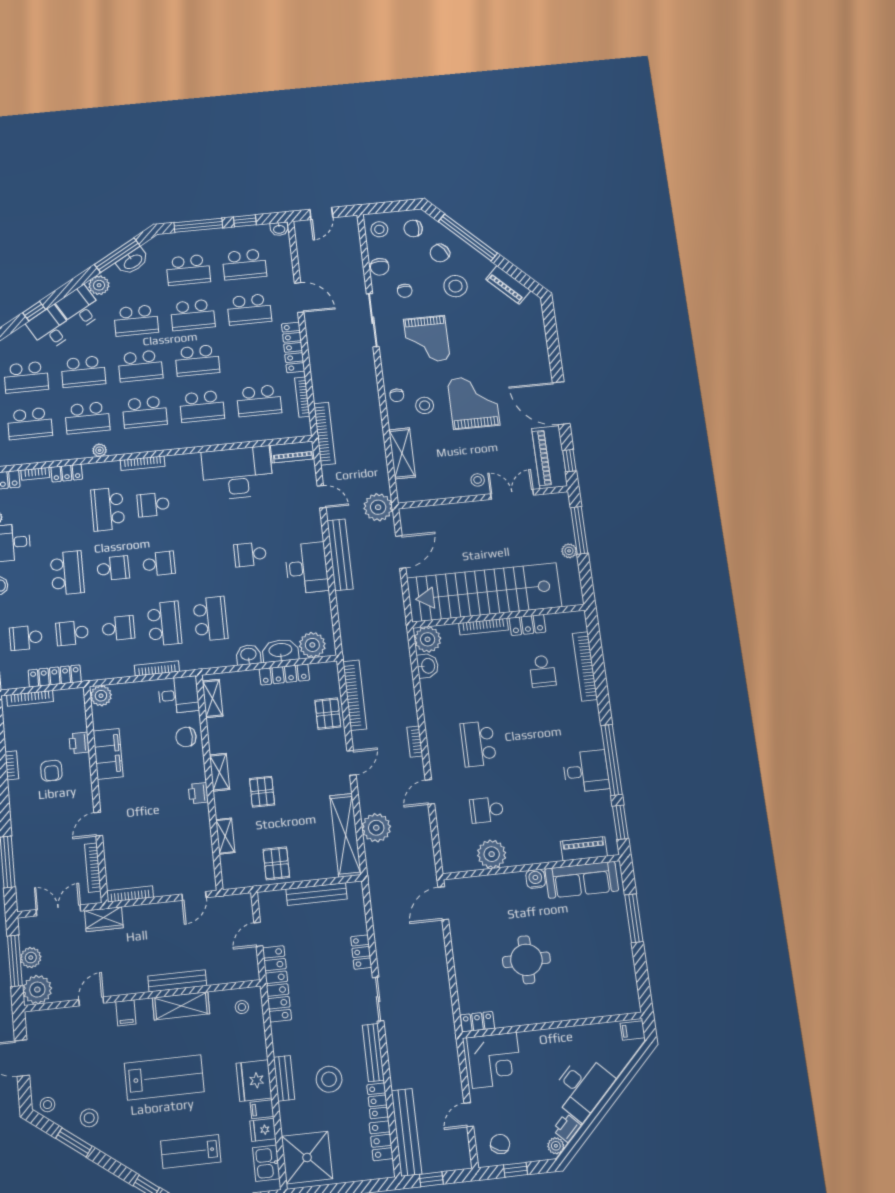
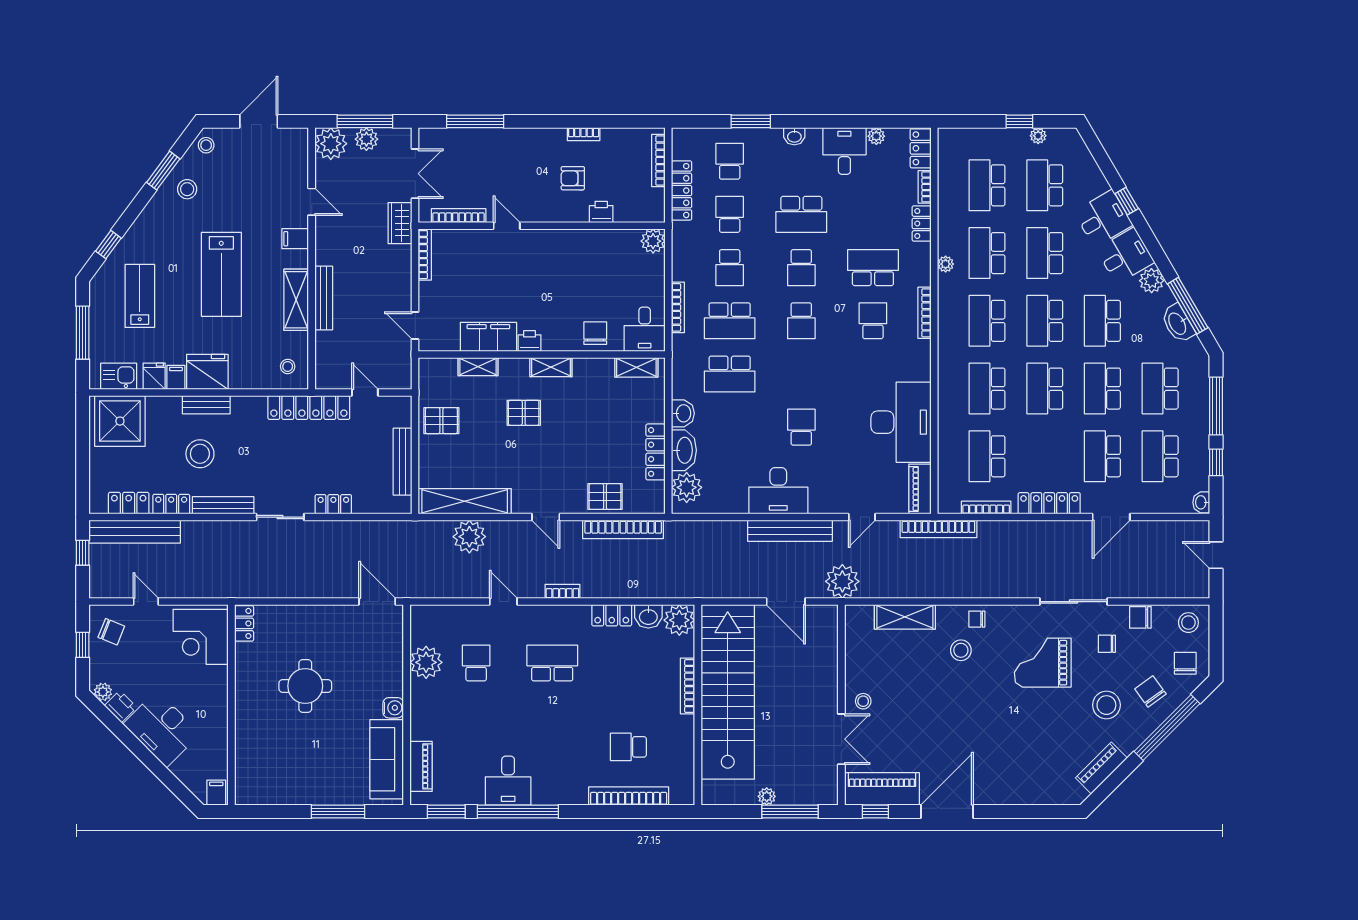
grand piano: (474, 402) -> (959, 708), removed
locker: (527, 625) -> (612, 615), moved, turned -90
filing cabinet: (108, 754) -> (488, 337), moved, turned 180

